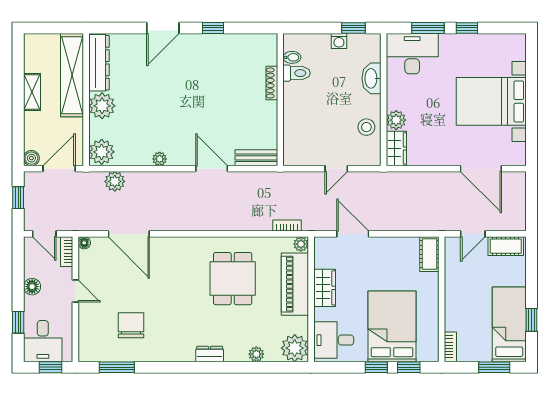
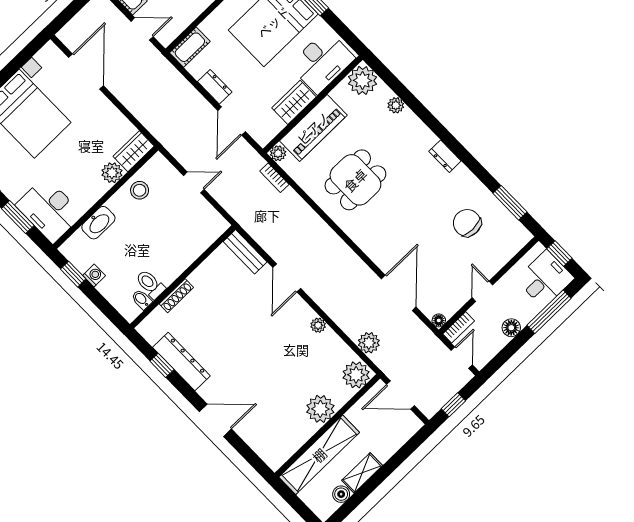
window: (213, 28) -> (162, 365), moved
dresser: (99, 63) -> (181, 362), moved, turned 90
boiler: (31, 158) -> (341, 494), moved
dresser: (387, 245) -> (215, 87), added
window: (18, 322) -> (549, 312), width x2.17
chair: (131, 325) -> (467, 223), turned 90
desk: (334, 340) -> (322, 62), width x1.37
dresser: (210, 354) -> (445, 156), moved

